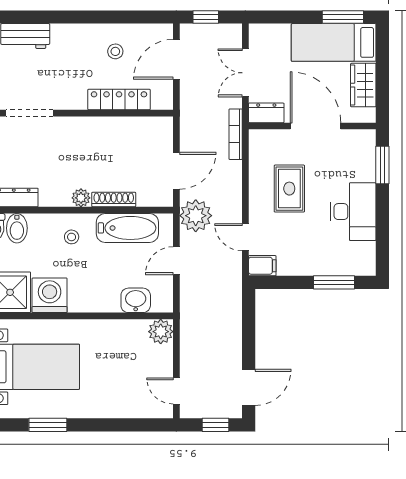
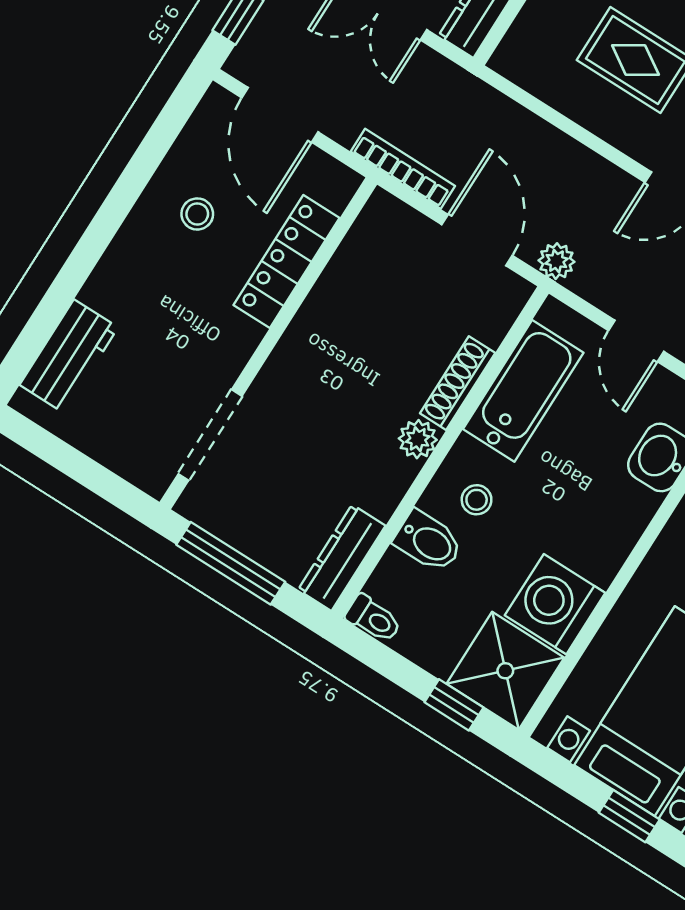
bookcase: (236, 134) -> (403, 169), moved, turned 180
plant: (196, 216) -> (556, 261), width x0.53, depth x0.53
bidet: (17, 228) -> (428, 542), moved

